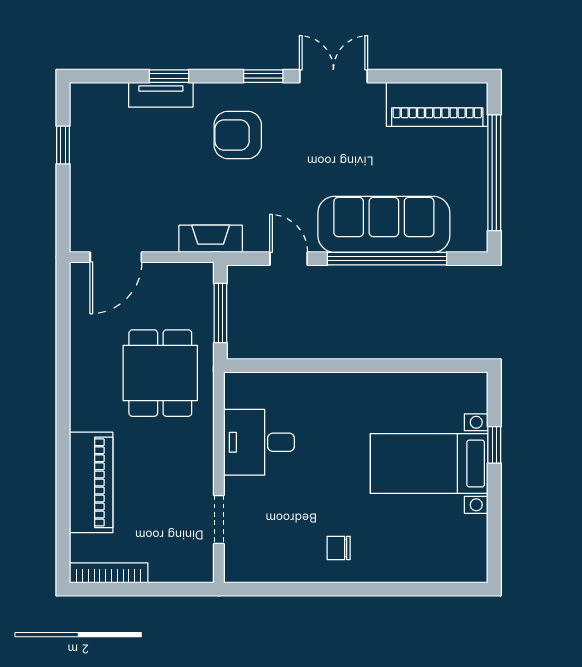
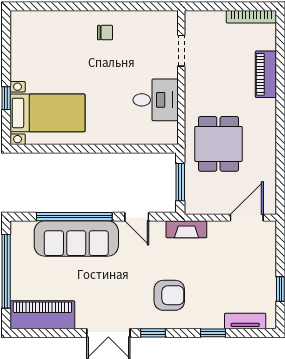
tv unit: (161, 95) -> (245, 321), moved
bed with nightstands: (429, 464) -> (47, 113), moved
piano: (91, 482) -> (266, 74), width x0.73, depth x0.75

